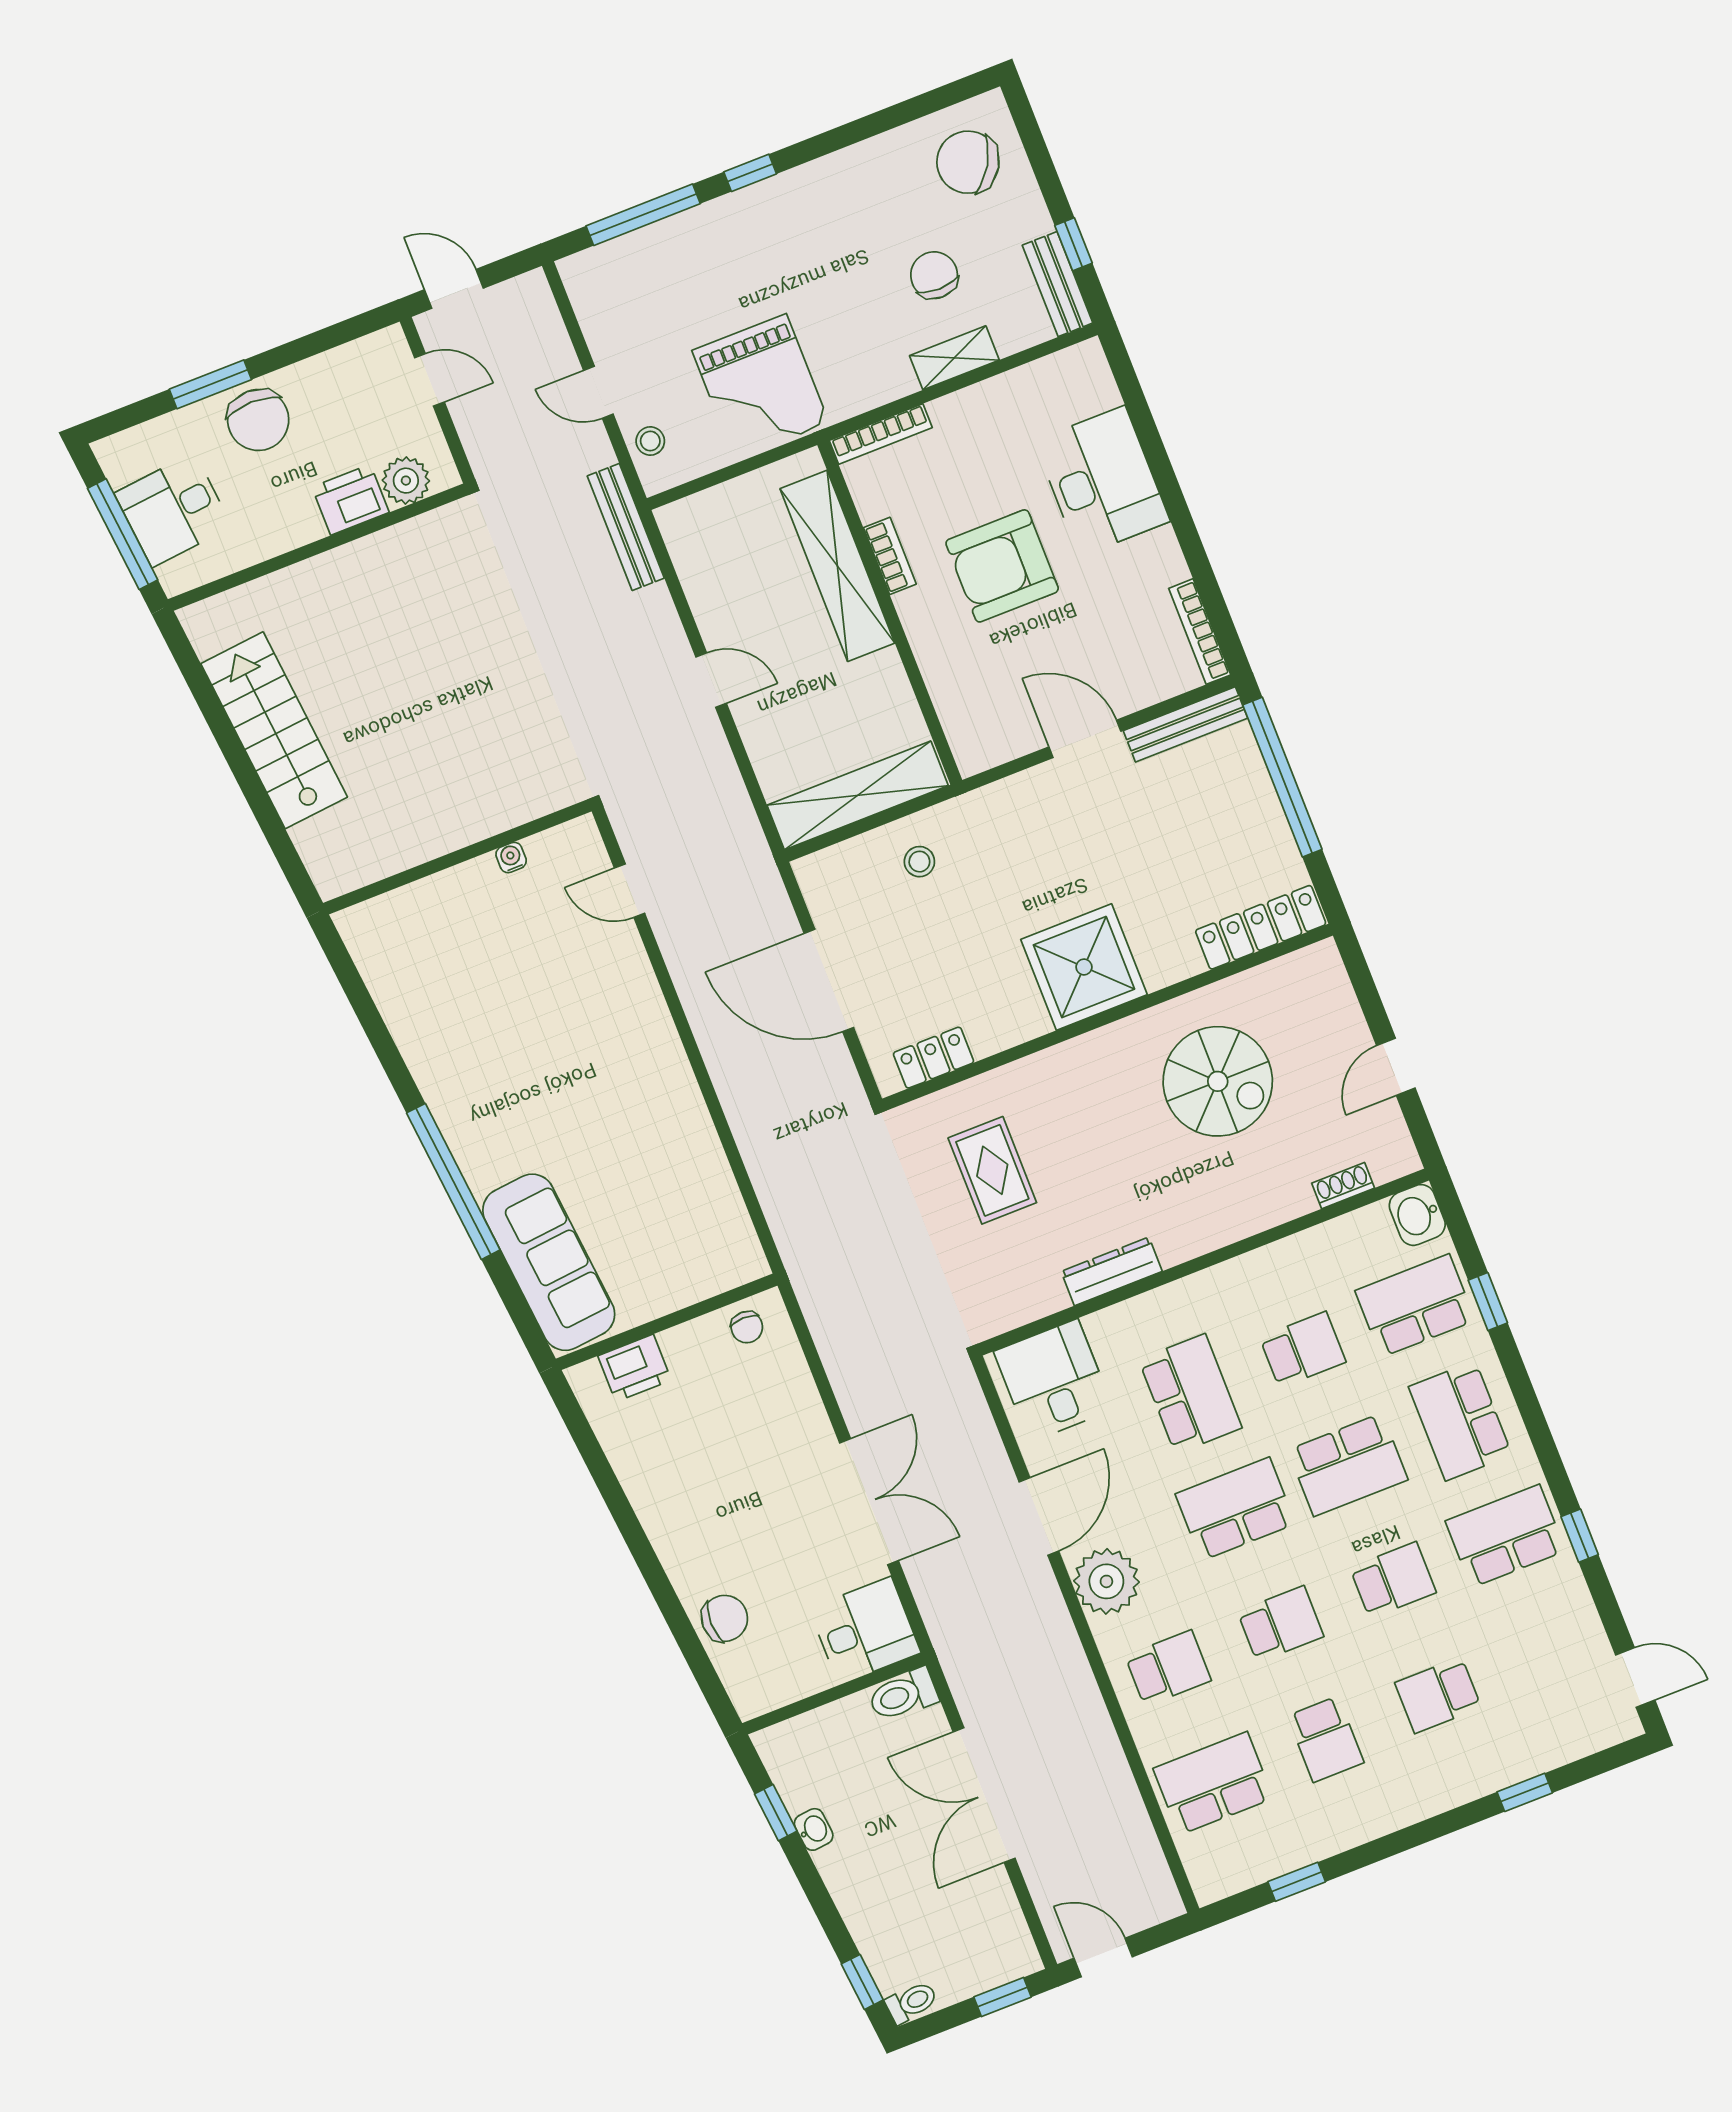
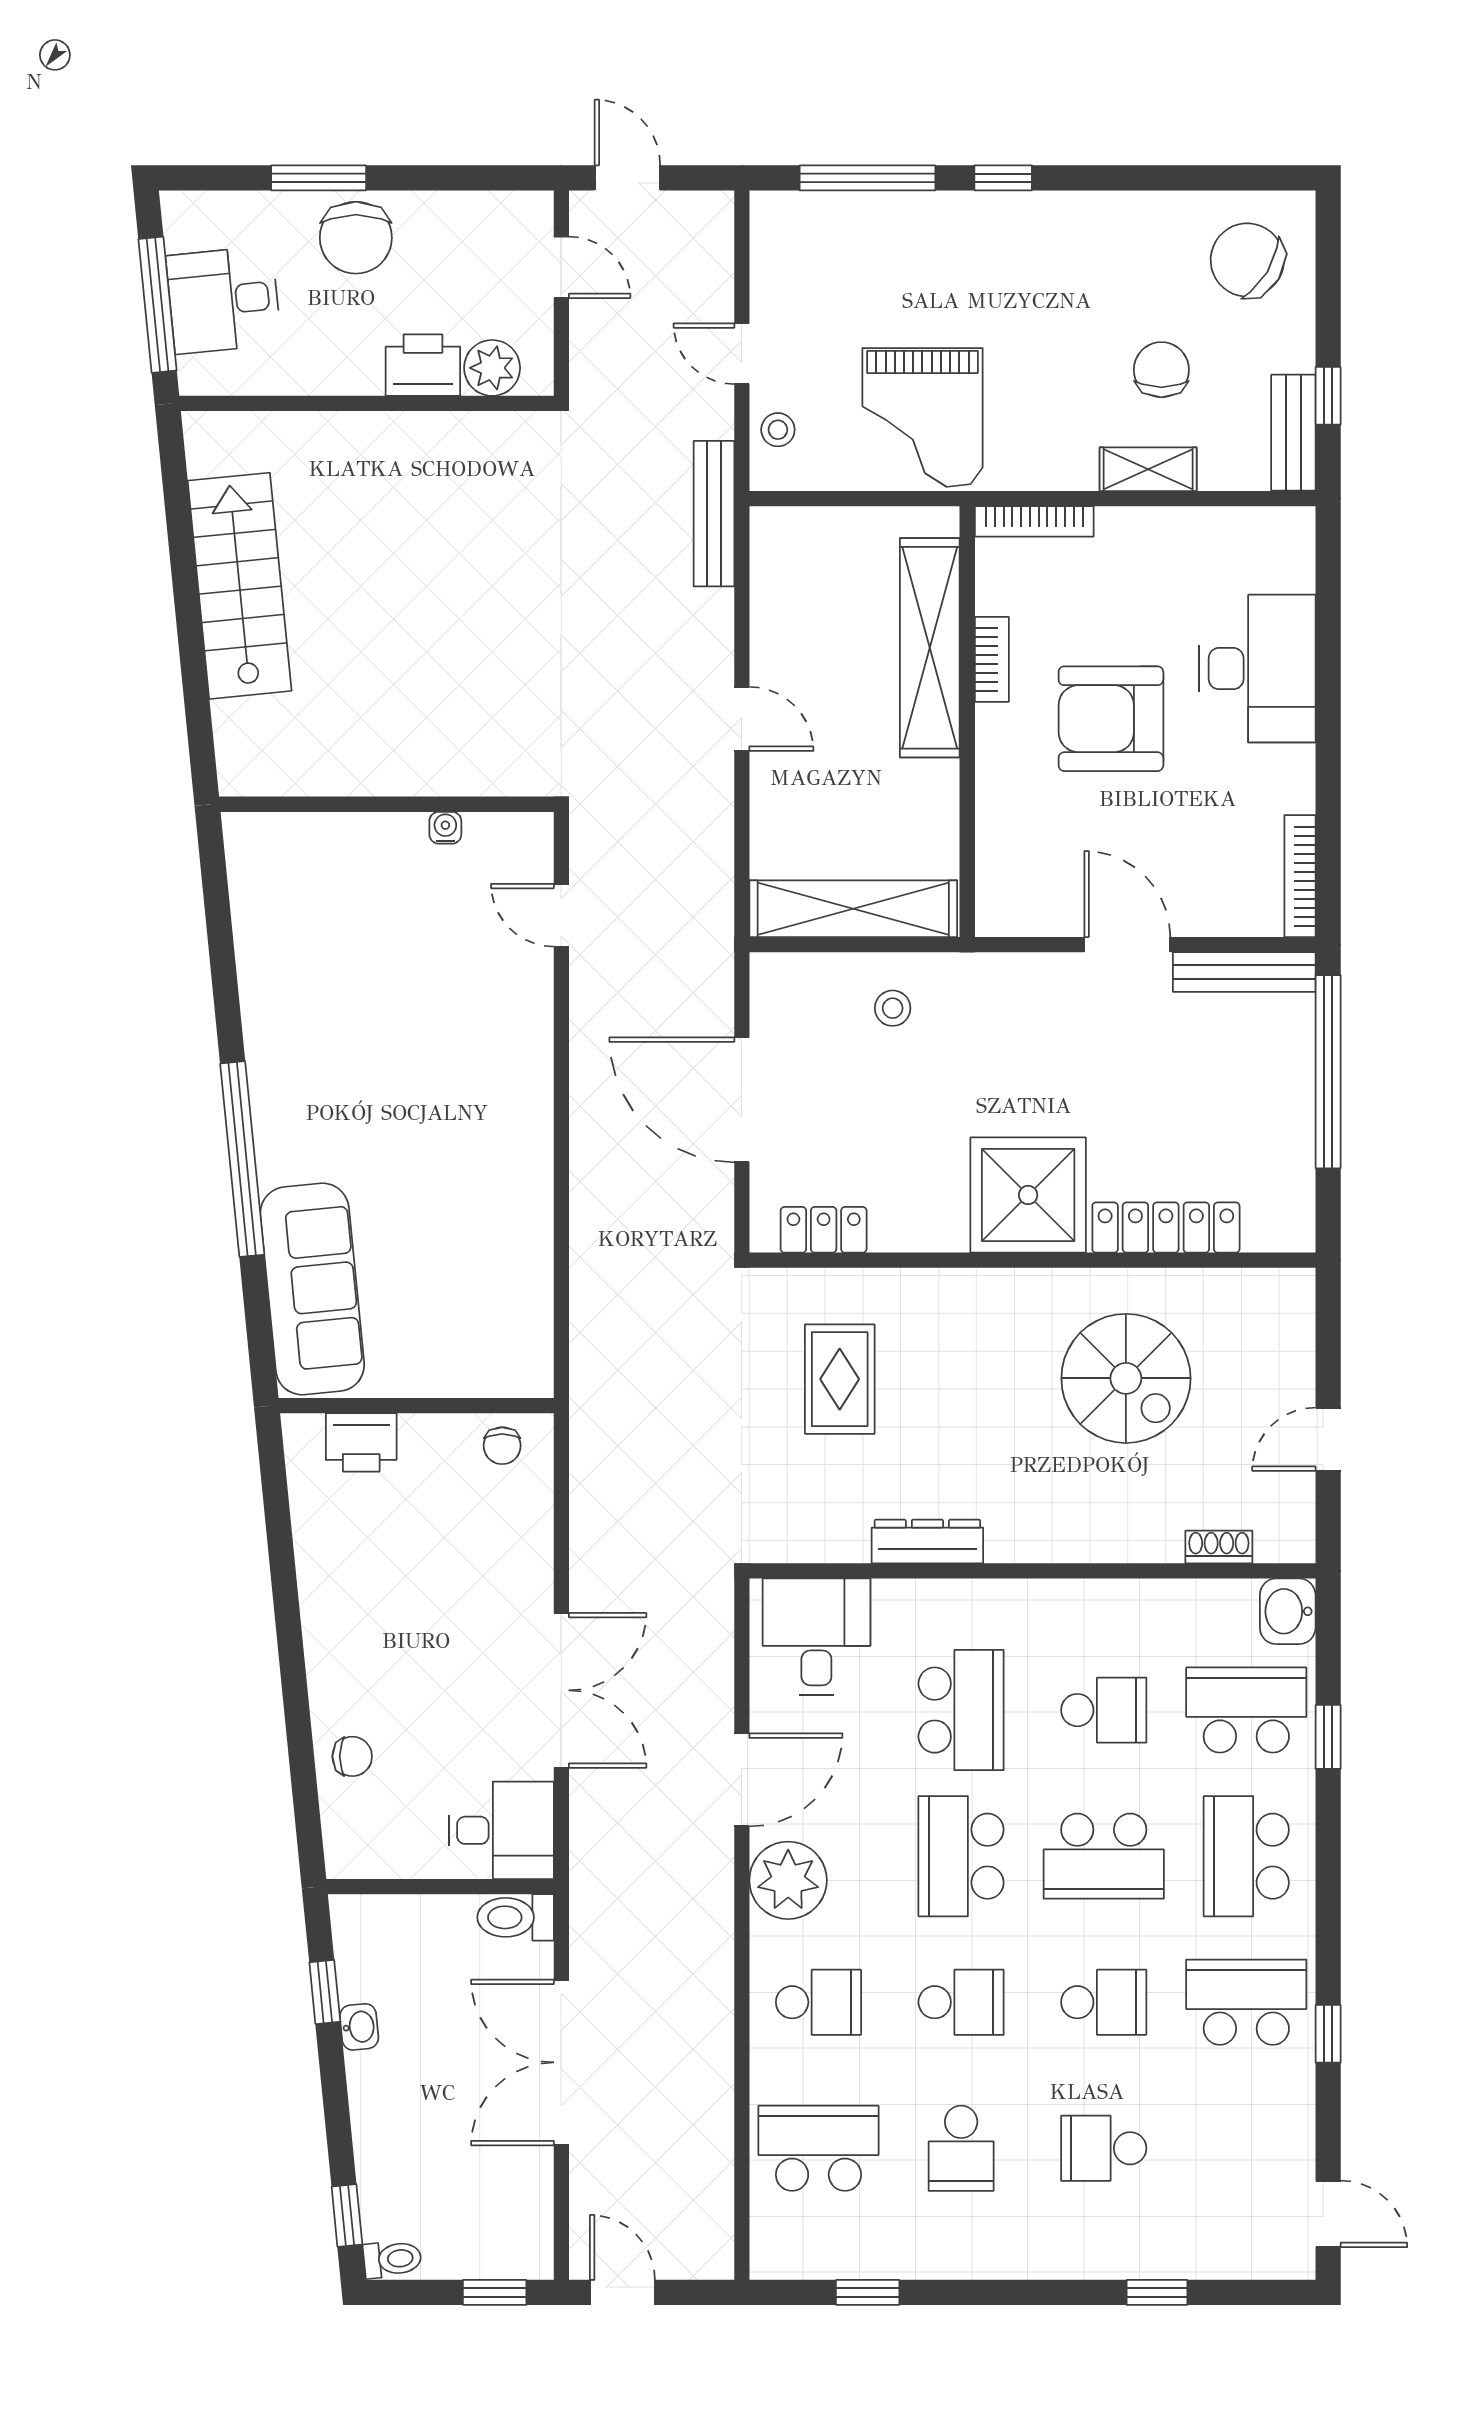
locker: (1261, 927) -> (1166, 1228), moved
school desk: (1235, 1509) -> (961, 1856), turned -90
chair: (725, 1618) -> (352, 1756), width x0.73, depth x0.73

